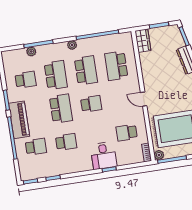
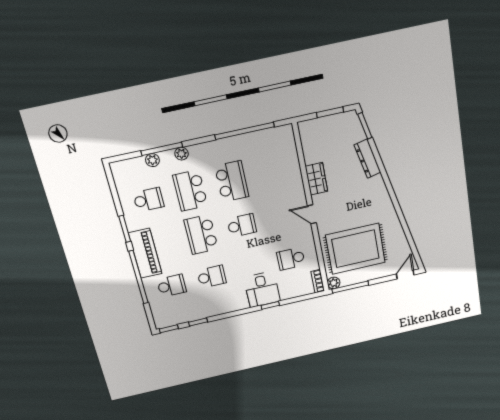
wardrobe: (143, 41) -> (316, 179), moved
plant: (72, 45) -> (182, 154), moved
school desk: (116, 66) -> (273, 172), removed
school desk: (56, 75) -> (190, 191), turned 180
school desk: (61, 109) -> (201, 235), turned 180

